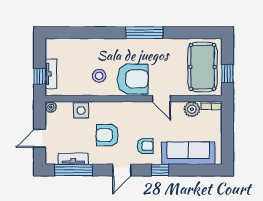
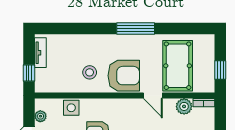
pool table: (202, 67) -> (178, 66), moved
tv unit: (51, 74) -> (40, 53), moved
plant: (51, 107) -> (40, 116), moved

